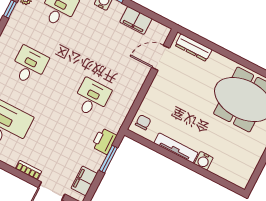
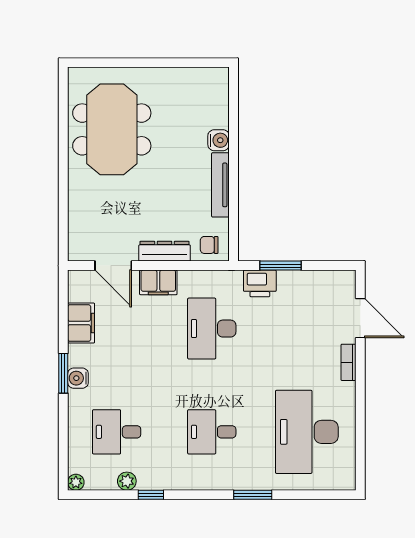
dresser: (193, 48) -> (165, 251), moved, turned -90
desk: (92, 98) -> (212, 329), width x1.37
filing cabinet: (84, 181) -> (158, 282), moved

